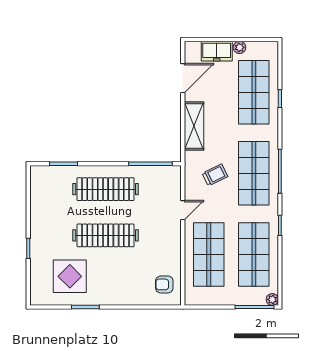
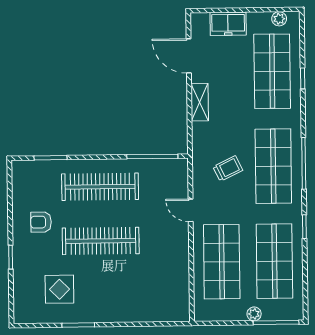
plant: (240, 47) -> (279, 19), moved
door: (183, 78) -> (189, 56), swing flipped
shelving: (194, 126) -> (200, 102), width x0.67, depth x0.75
door: (183, 210) -> (191, 210), swing flipped
display table: (70, 276) -> (59, 289), width x0.73, depth x0.73
armchair: (164, 284) -> (41, 222), moved
plant: (272, 299) -> (254, 314), moved

